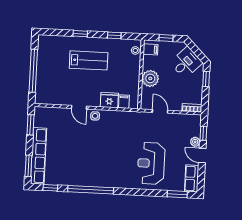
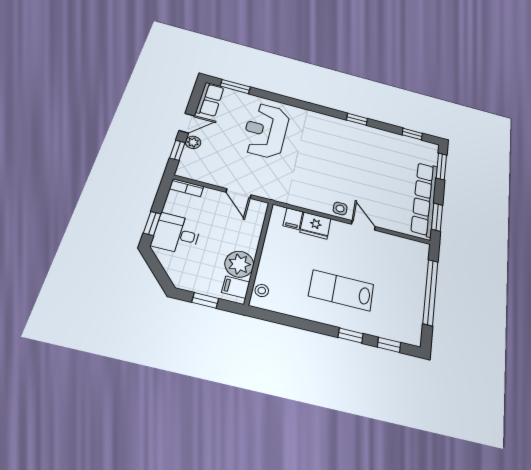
window: (114, 35) -> (389, 345), moved
desk: (186, 63) -> (176, 234), moved, turned 45
plant: (150, 78) -> (239, 264), moved
row of seats: (39, 156) -> (424, 199), moved
door: (202, 156) -> (187, 123), hinge flipped
reception desk: (151, 163) -> (266, 131), turned 180
window: (91, 190) -> (357, 119), width x0.32

